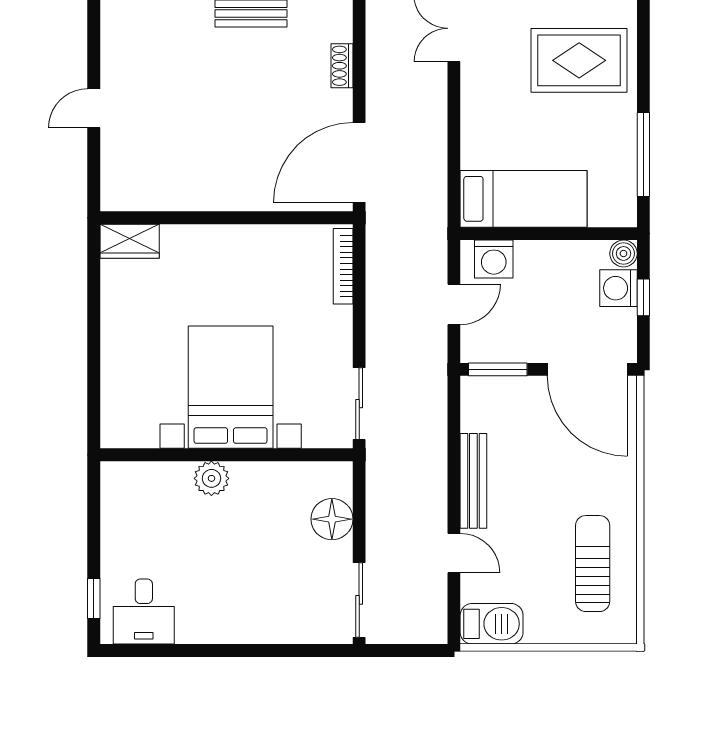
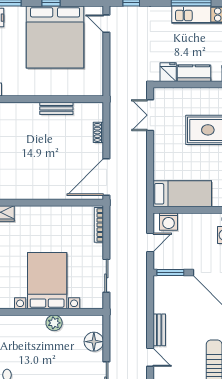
sliding door: (359, 404) -> (106, 276), moved
plant: (211, 478) -> (54, 323), moved
bench: (473, 481) -> (159, 330), width x0.73

